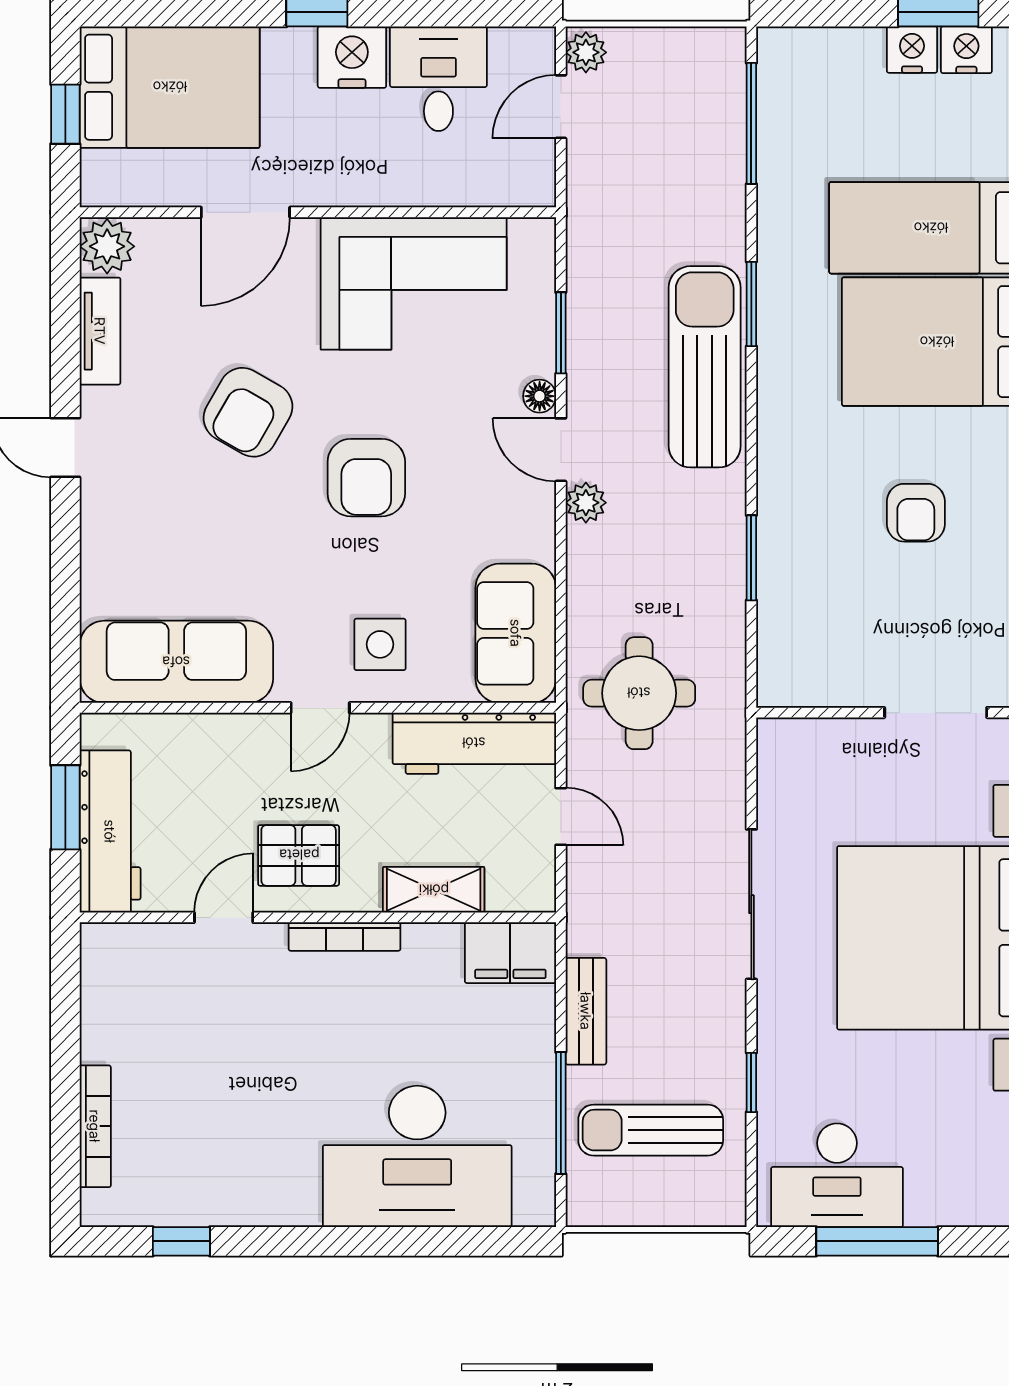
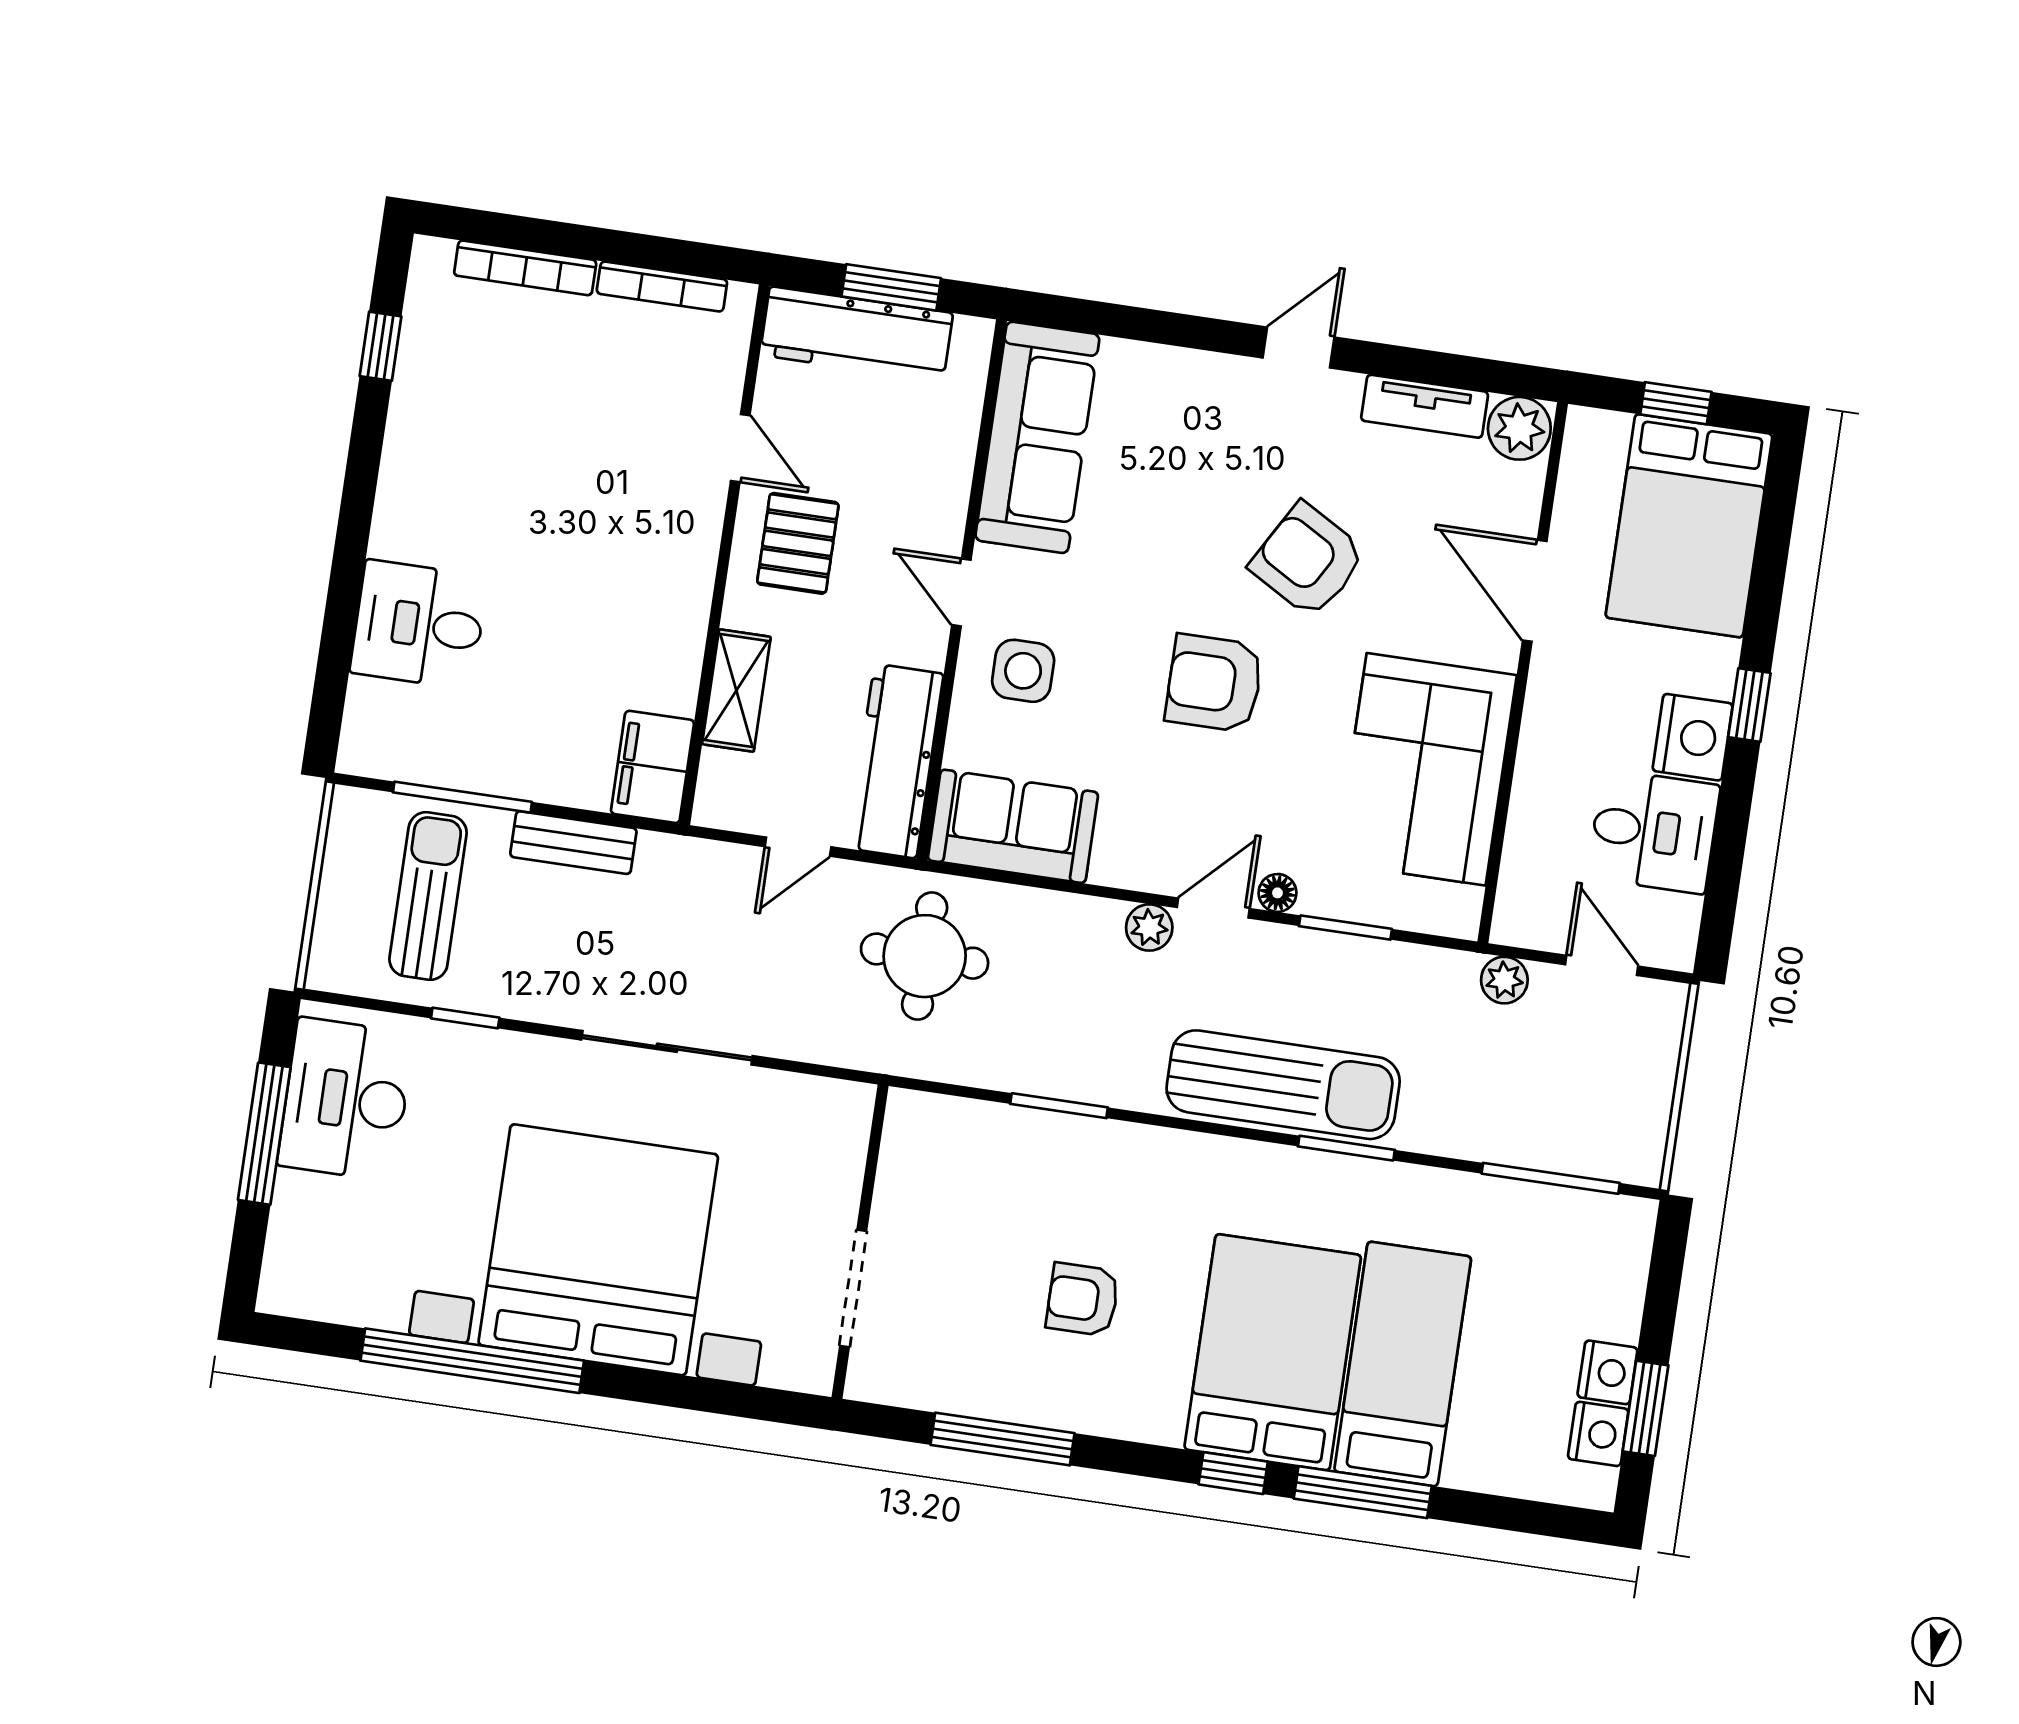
plant: (586, 52) -> (1504, 980), moved
bookcase: (345, 936) -> (662, 287), moved, turned -90
desk: (417, 1156) -> (419, 625), width x0.53, depth x0.77

